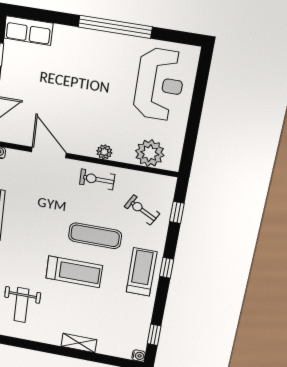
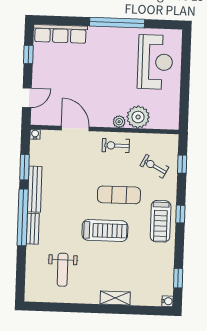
row of seats: (28, 31) -> (60, 34), width x1.48
plant: (150, 153) -> (138, 117), moved
treadmill: (142, 272) -> (161, 221), turned 180

